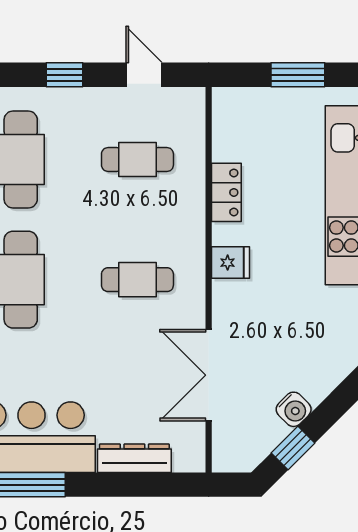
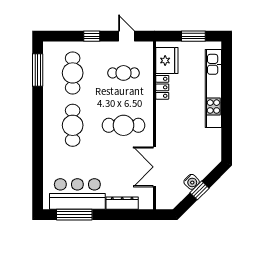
fridge: (231, 263) -> (167, 61), moved, width x1.88, depth x1.34
cafe table: (137, 280) -> (123, 125), width x1.37, depth x1.35
window: (293, 448) -> (199, 190), moved

